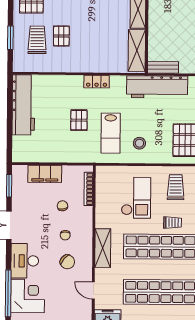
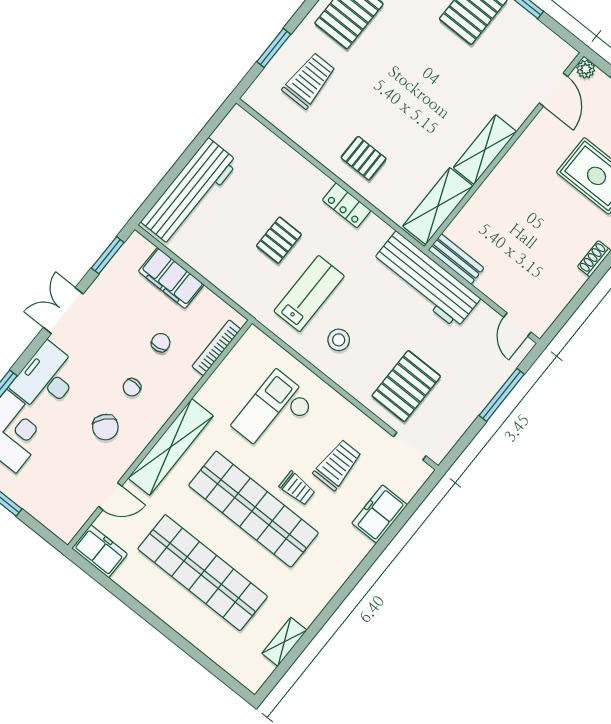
pallet: (61, 36) -> (364, 158), moved, turned 90
workbench: (23, 105) -> (190, 192), moved
lab bench: (111, 133) -> (309, 294), turned 180
trolley: (176, 187) -> (337, 465), moved
checkout: (136, 198) -> (273, 413), turned 180
shelving: (103, 248) -> (171, 447), width x1.47
door: (93, 290) -> (110, 496), swing flipped

